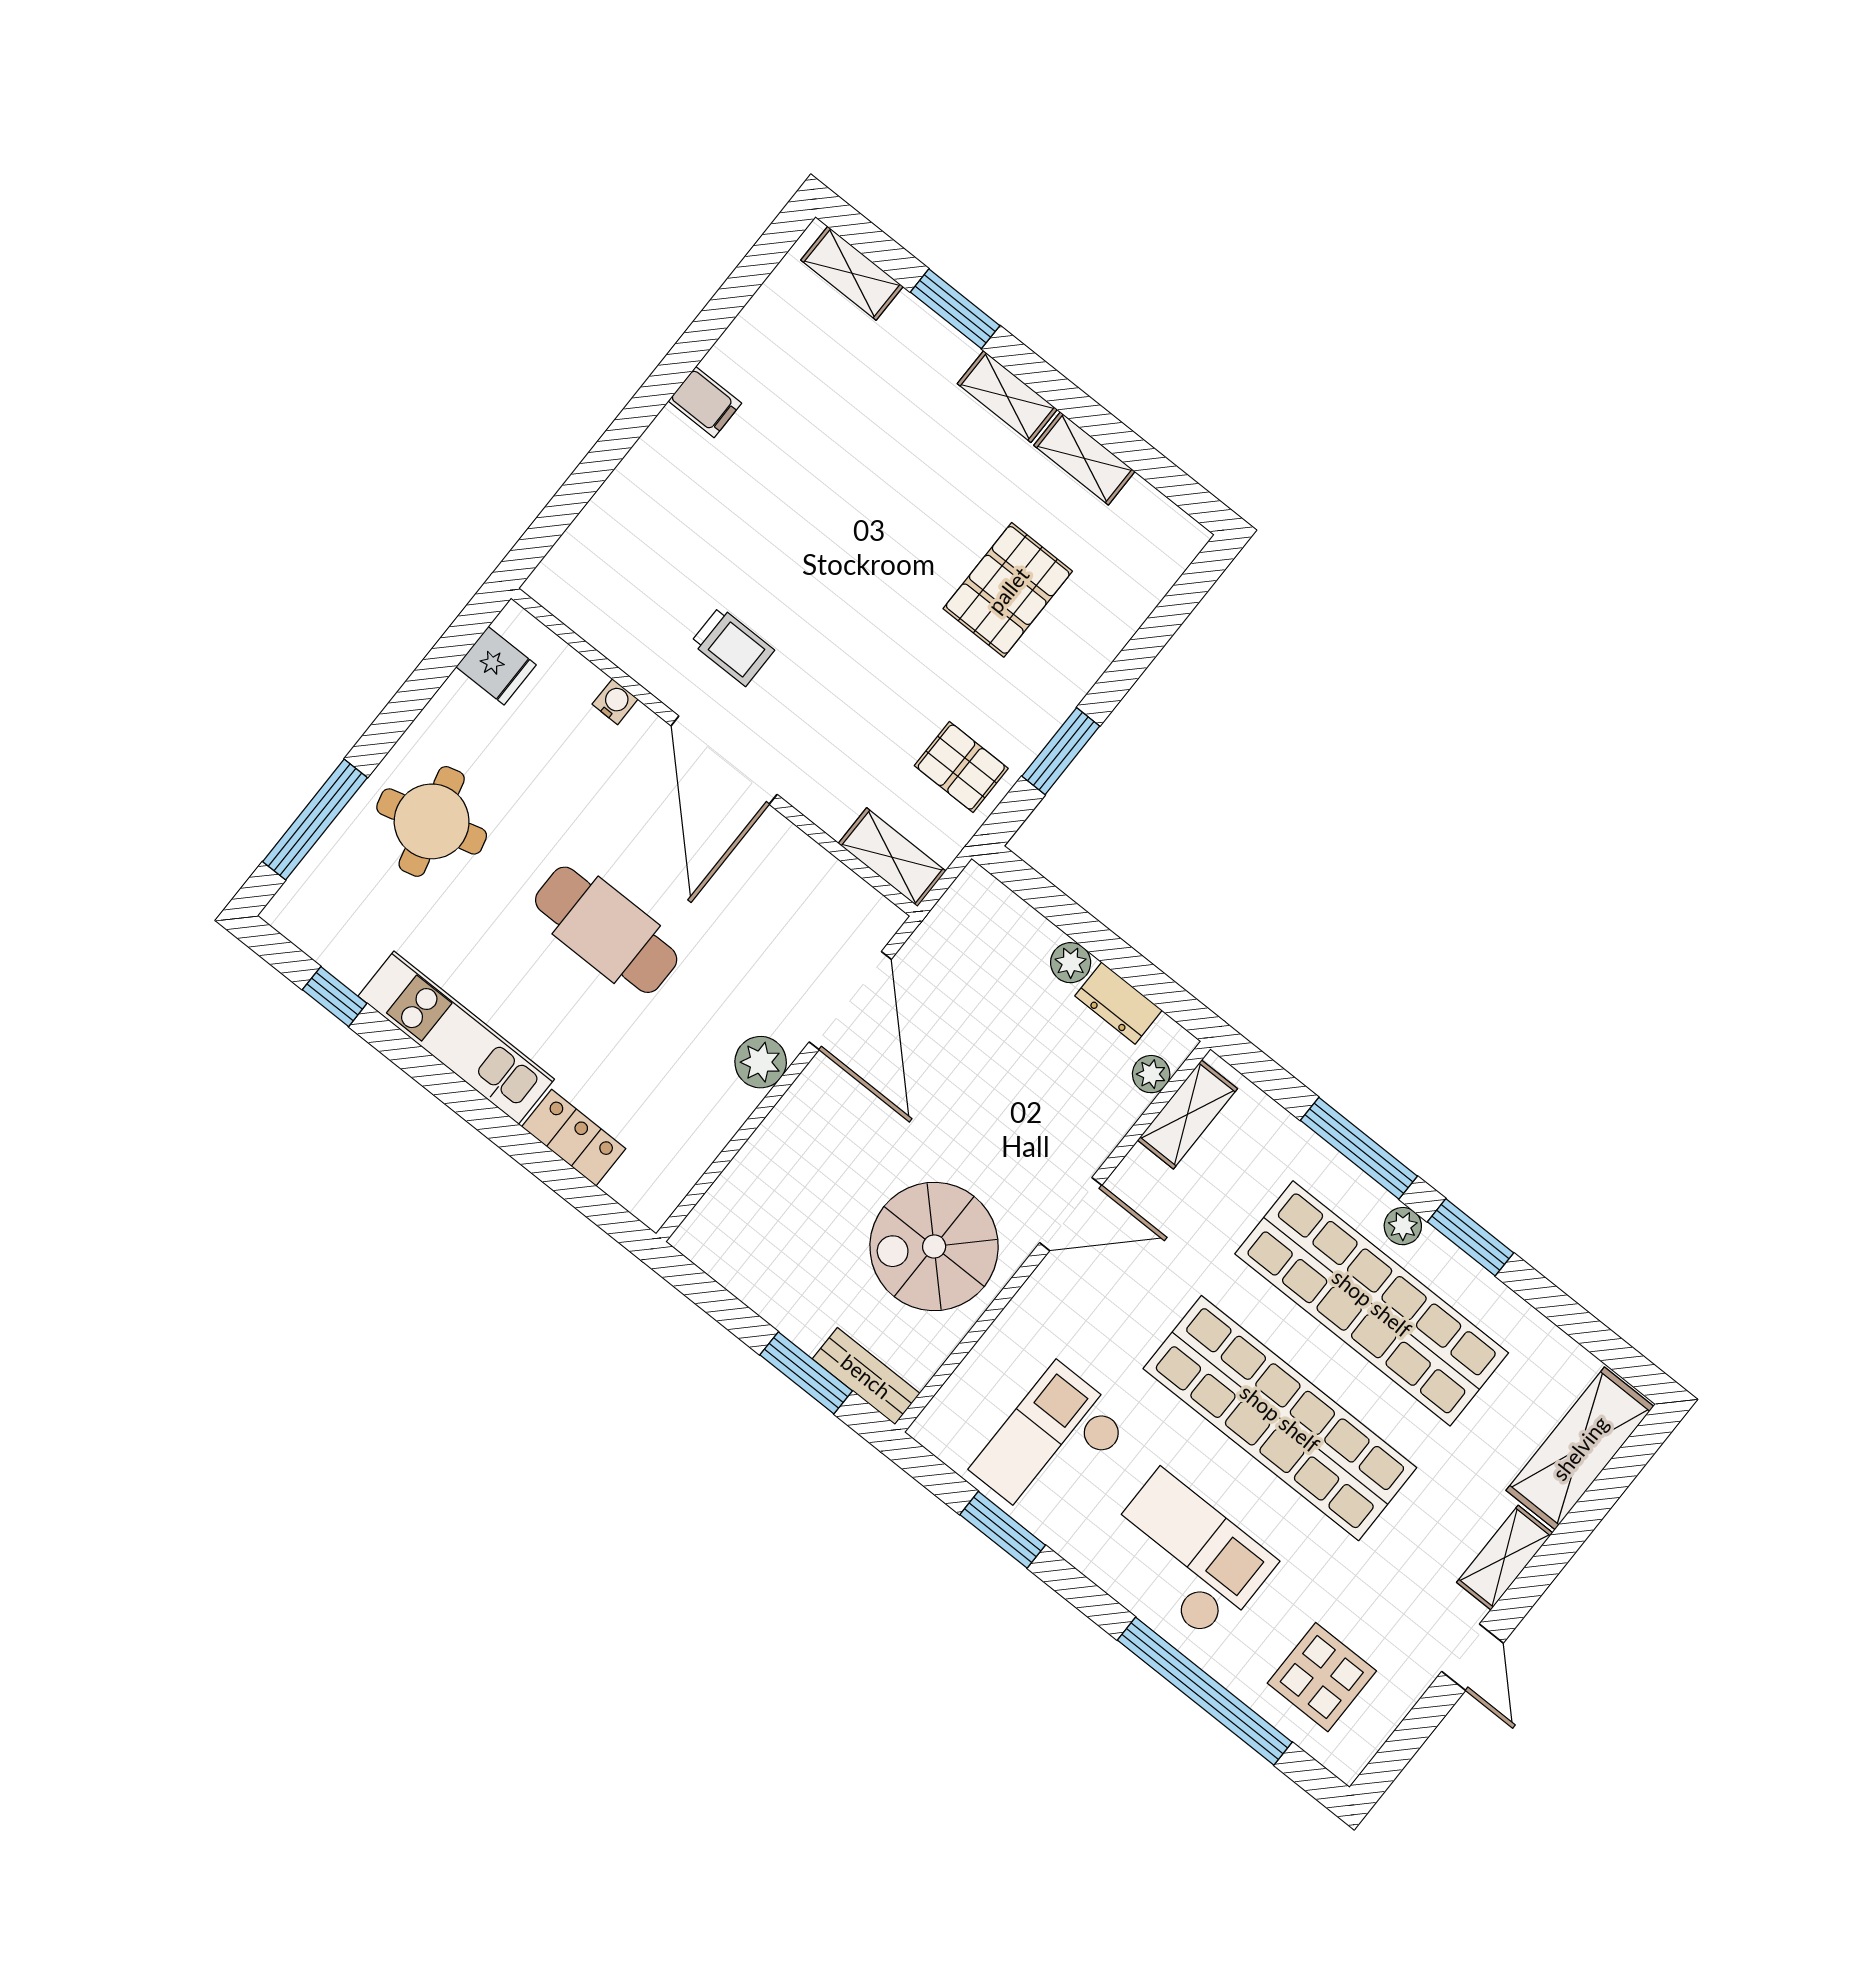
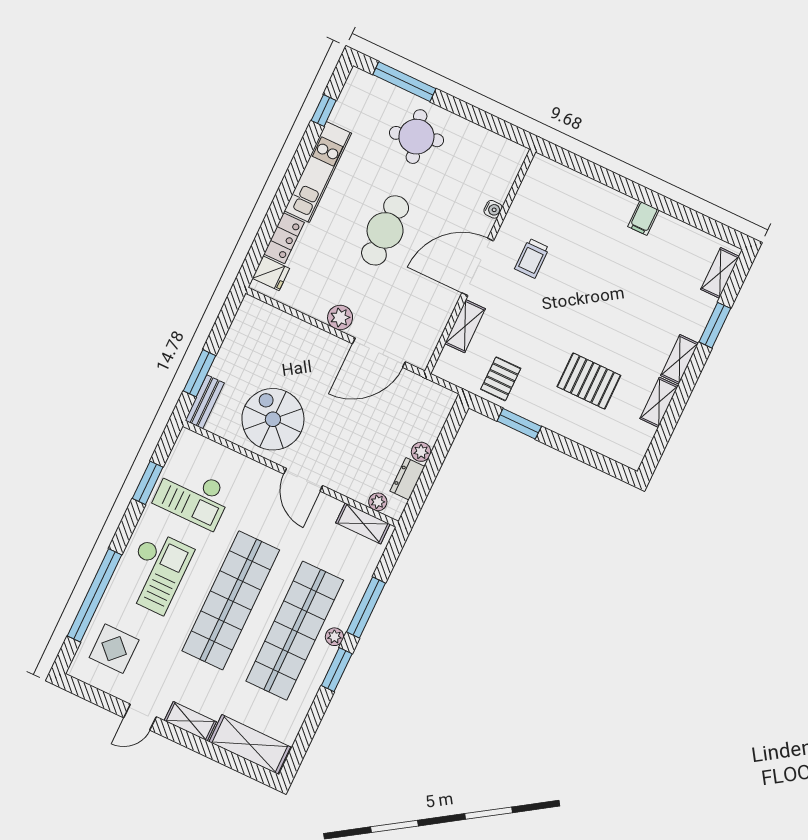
fridge: (496, 666) -> (271, 273), moved, turned -90
shelving: (892, 857) -> (465, 326), moved
checkout: (1051, 1445) -> (193, 496), turned 180

